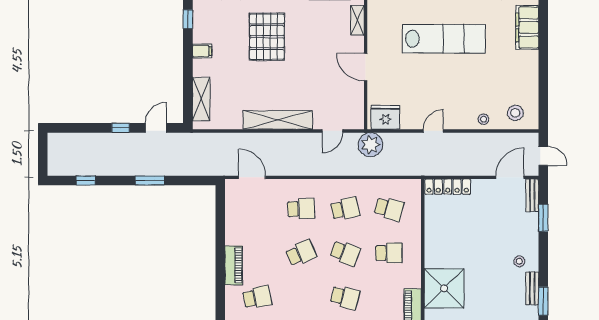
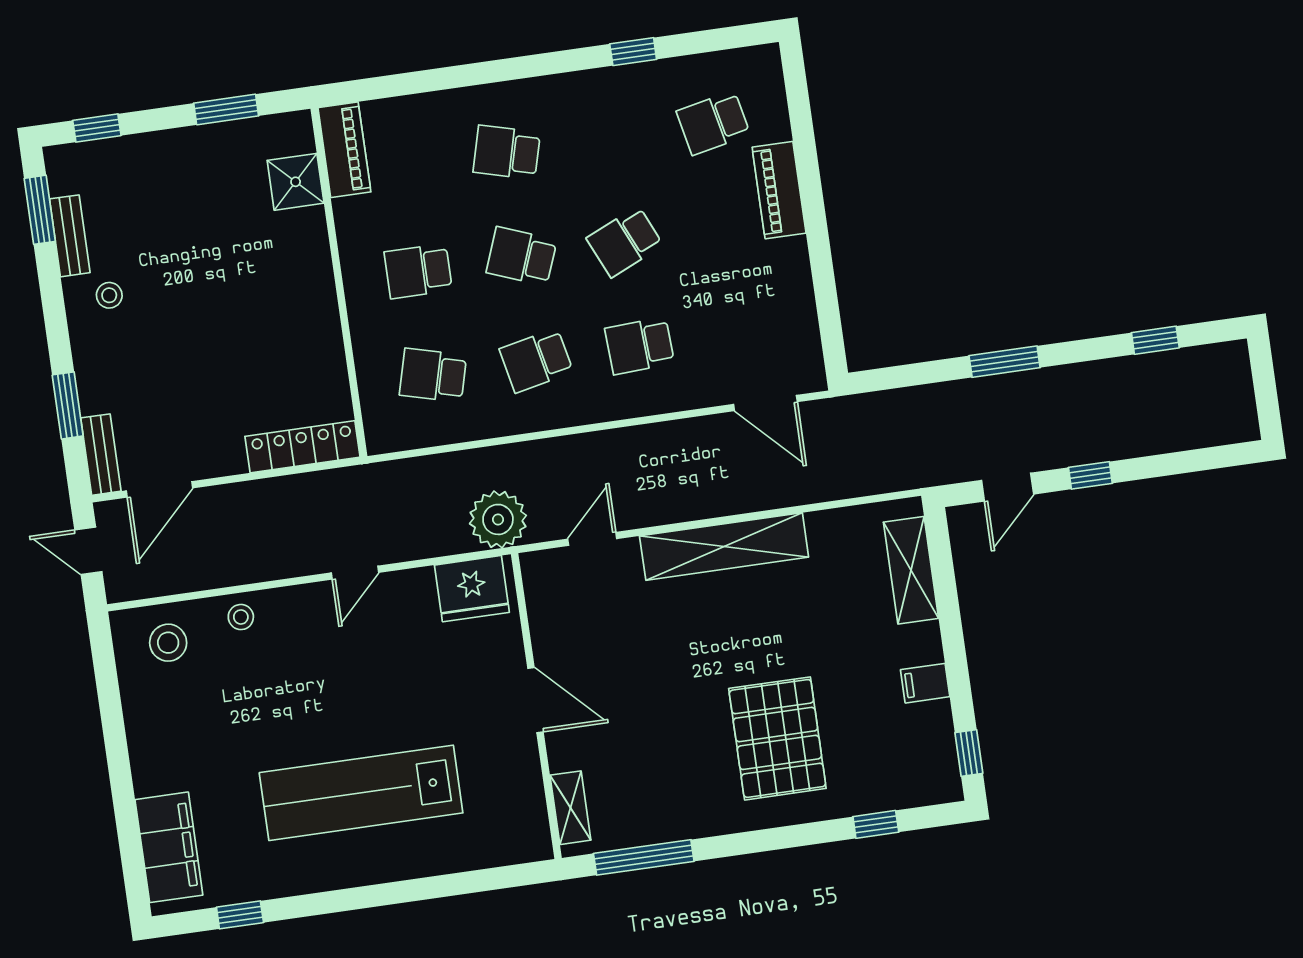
shower: (444, 288) -> (296, 182), width x0.54, depth x0.54

